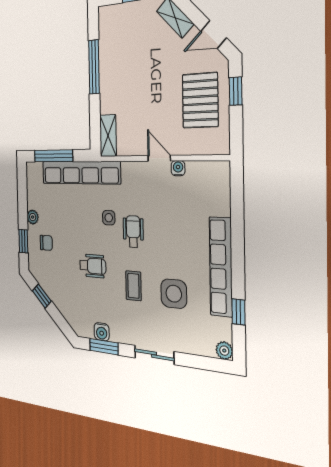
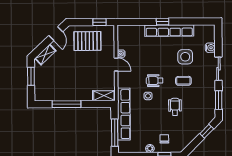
window: (236, 91) -> (100, 22), moved
door: (159, 158) -> (116, 65), swing flipped
window: (42, 296) -> (207, 131), moved
window: (238, 312) -> (163, 22), moved
water cooler: (102, 332) -> (210, 48), moved
plant: (224, 351) -> (210, 29), removed

